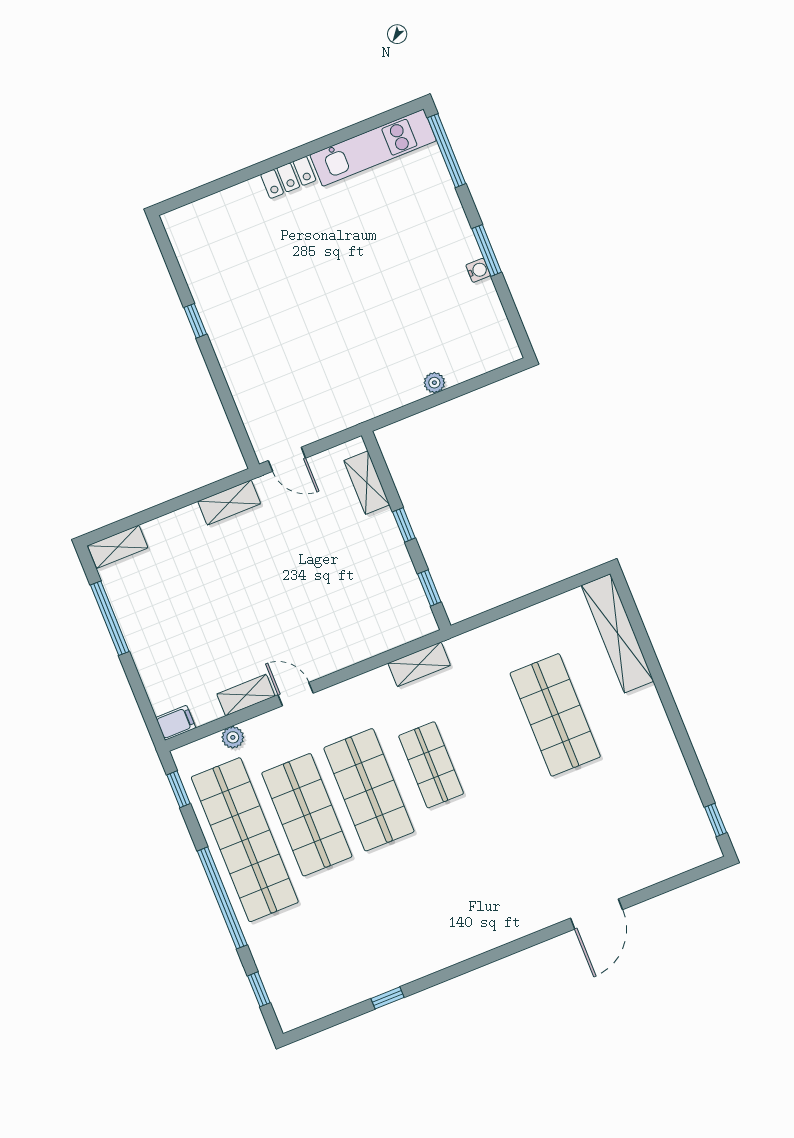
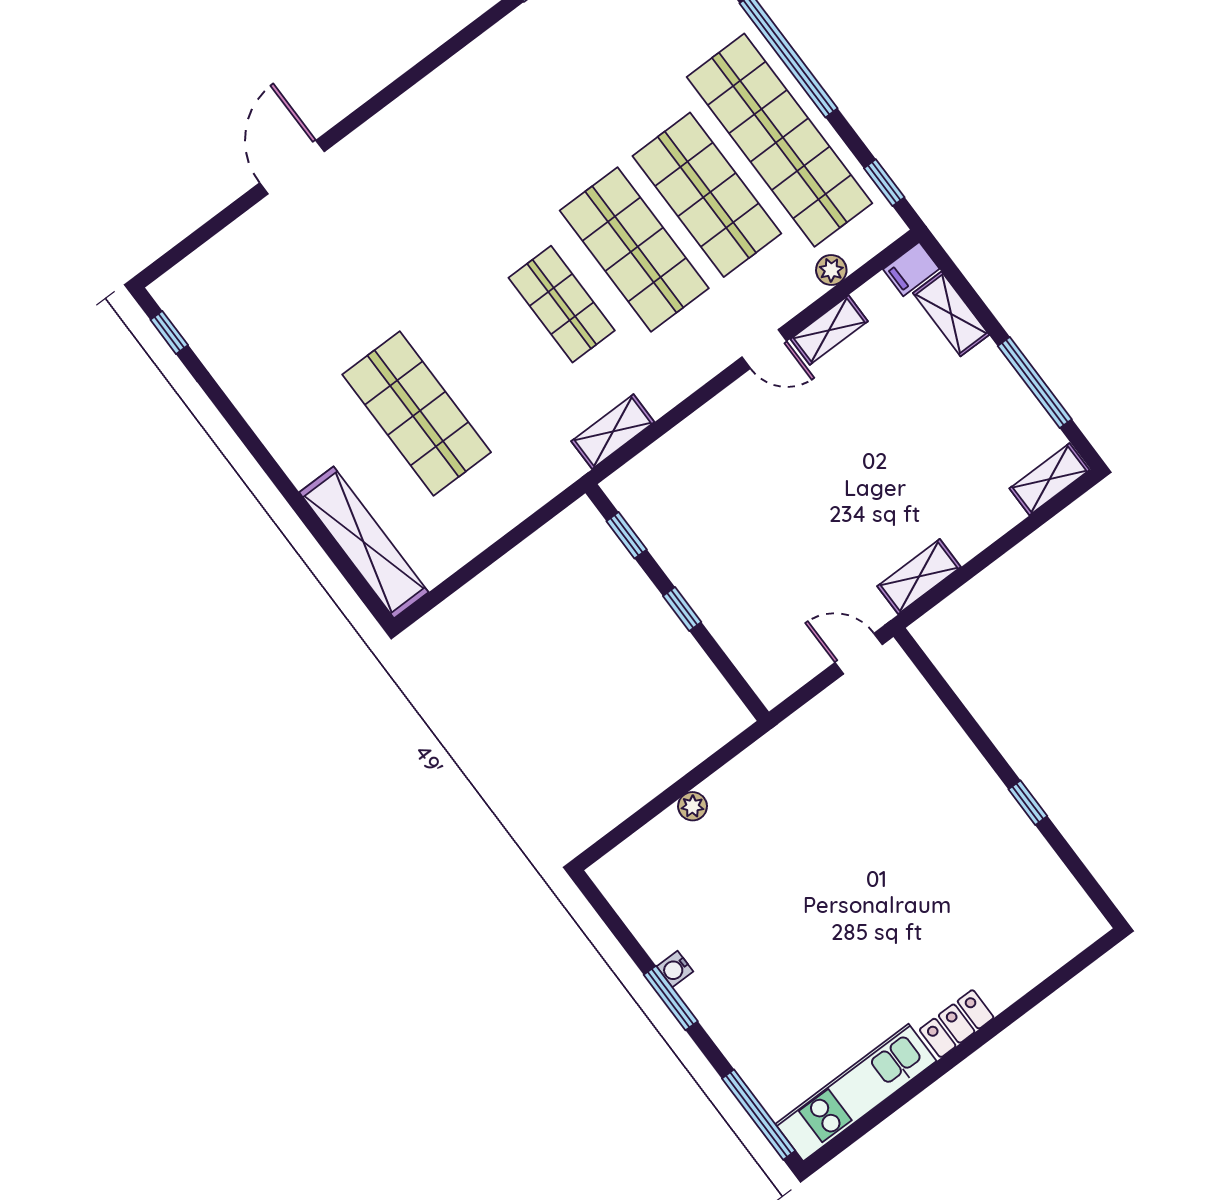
shelving: (367, 483) -> (951, 314), moved

